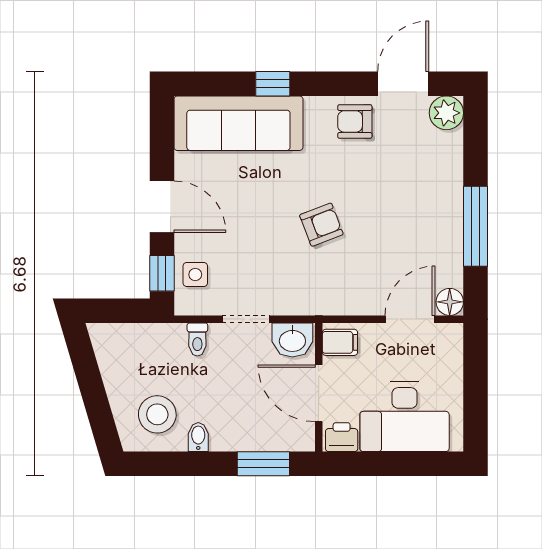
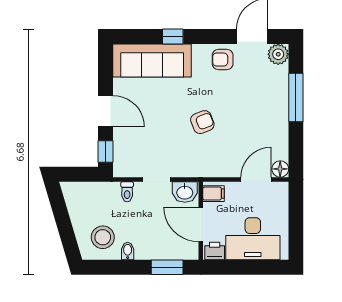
window: (475, 226) -> (296, 97), moved
side table: (195, 275) -> (126, 152), removed

